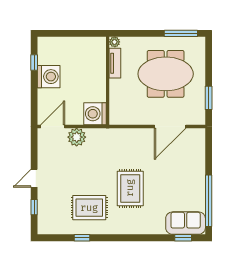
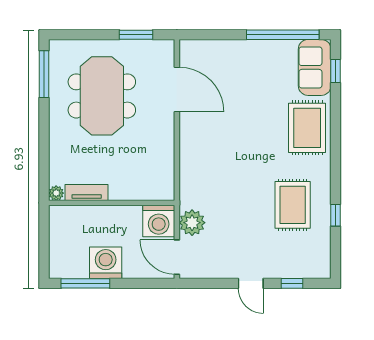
plant: (115, 42) -> (56, 193), moved
window: (34, 62) -> (85, 283), width x2.17
tv unit: (115, 63) -> (87, 192), moved
wall: (108, 81) -> (112, 203), moved
washing machine: (95, 114) -> (159, 221), moved
rug: (130, 188) -> (307, 128), moved, turned 90

